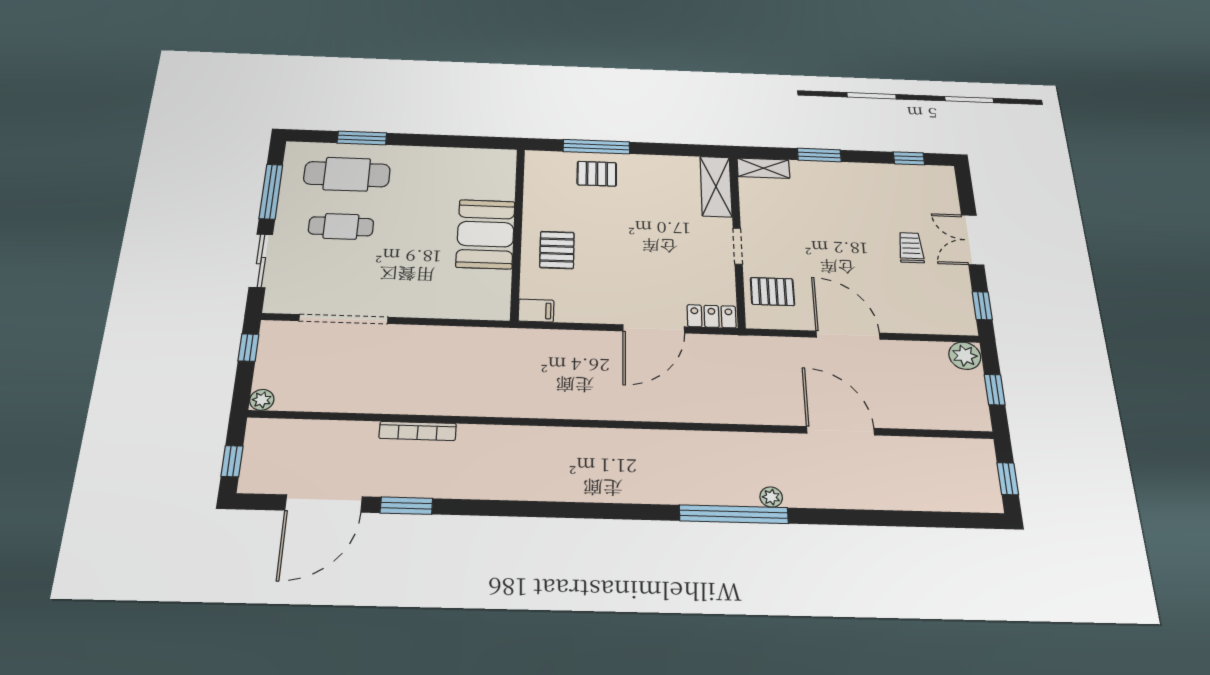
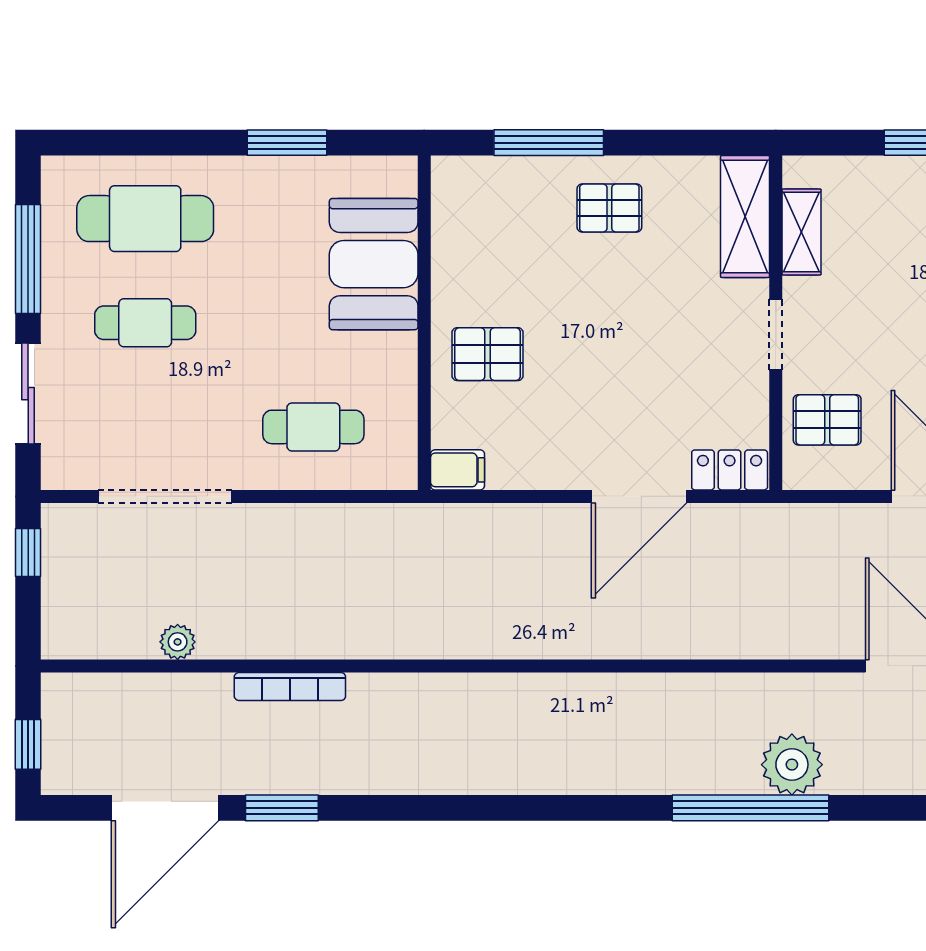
window: (362, 138) -> (287, 143), moved
shelving: (763, 168) -> (802, 232), moved, turned 90
pallet: (597, 174) -> (609, 208), moved
booth: (486, 234) -> (374, 264), moved
pallet: (557, 250) -> (488, 354), turned 90
cafe table: (444, 284) -> (313, 427), added
plant: (262, 400) -> (178, 642), moved
plant: (771, 497) -> (792, 765), width x1.88, depth x1.88

